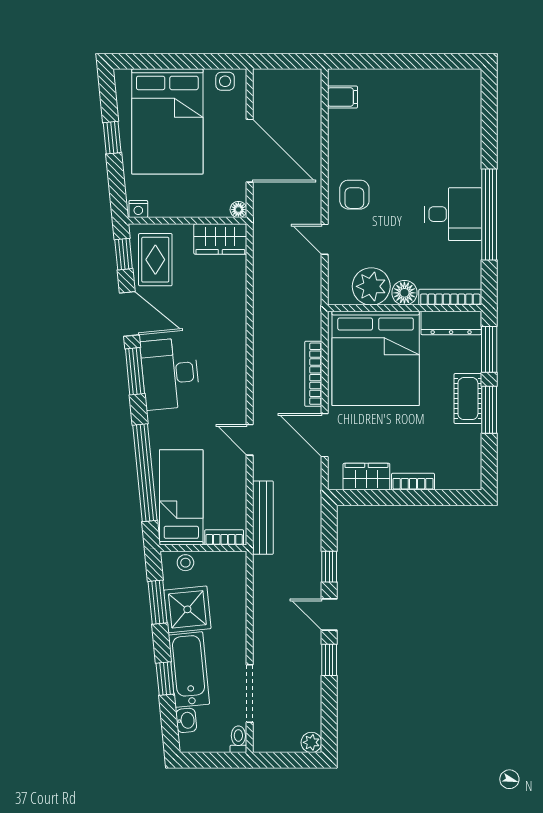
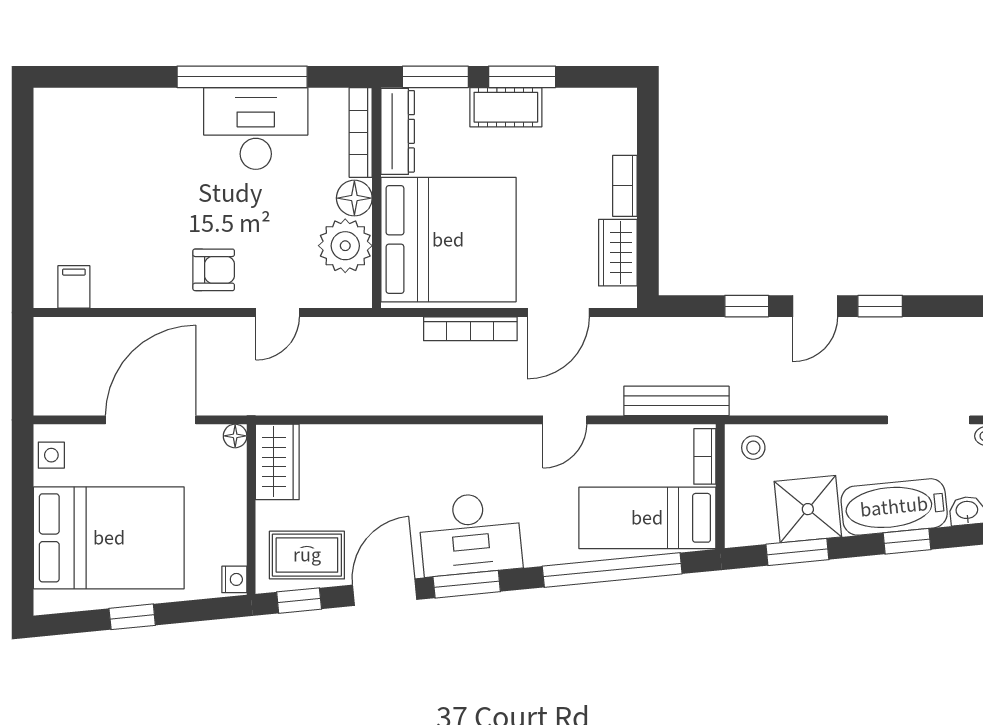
desk: (453, 214) -> (256, 128), width x1.37
stool: (185, 563) -> (753, 448), moved

